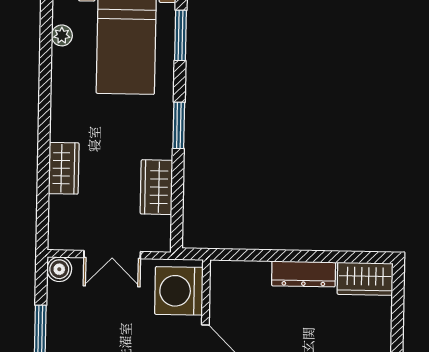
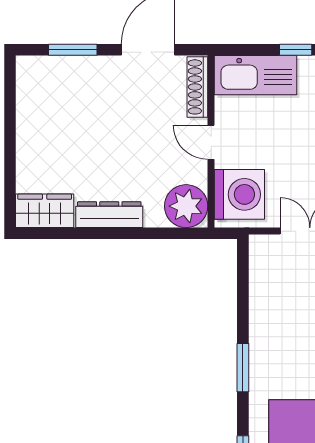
wardrobe: (156, 187) -> (265, 303), removed
plant: (230, 281) -> (186, 206), added

